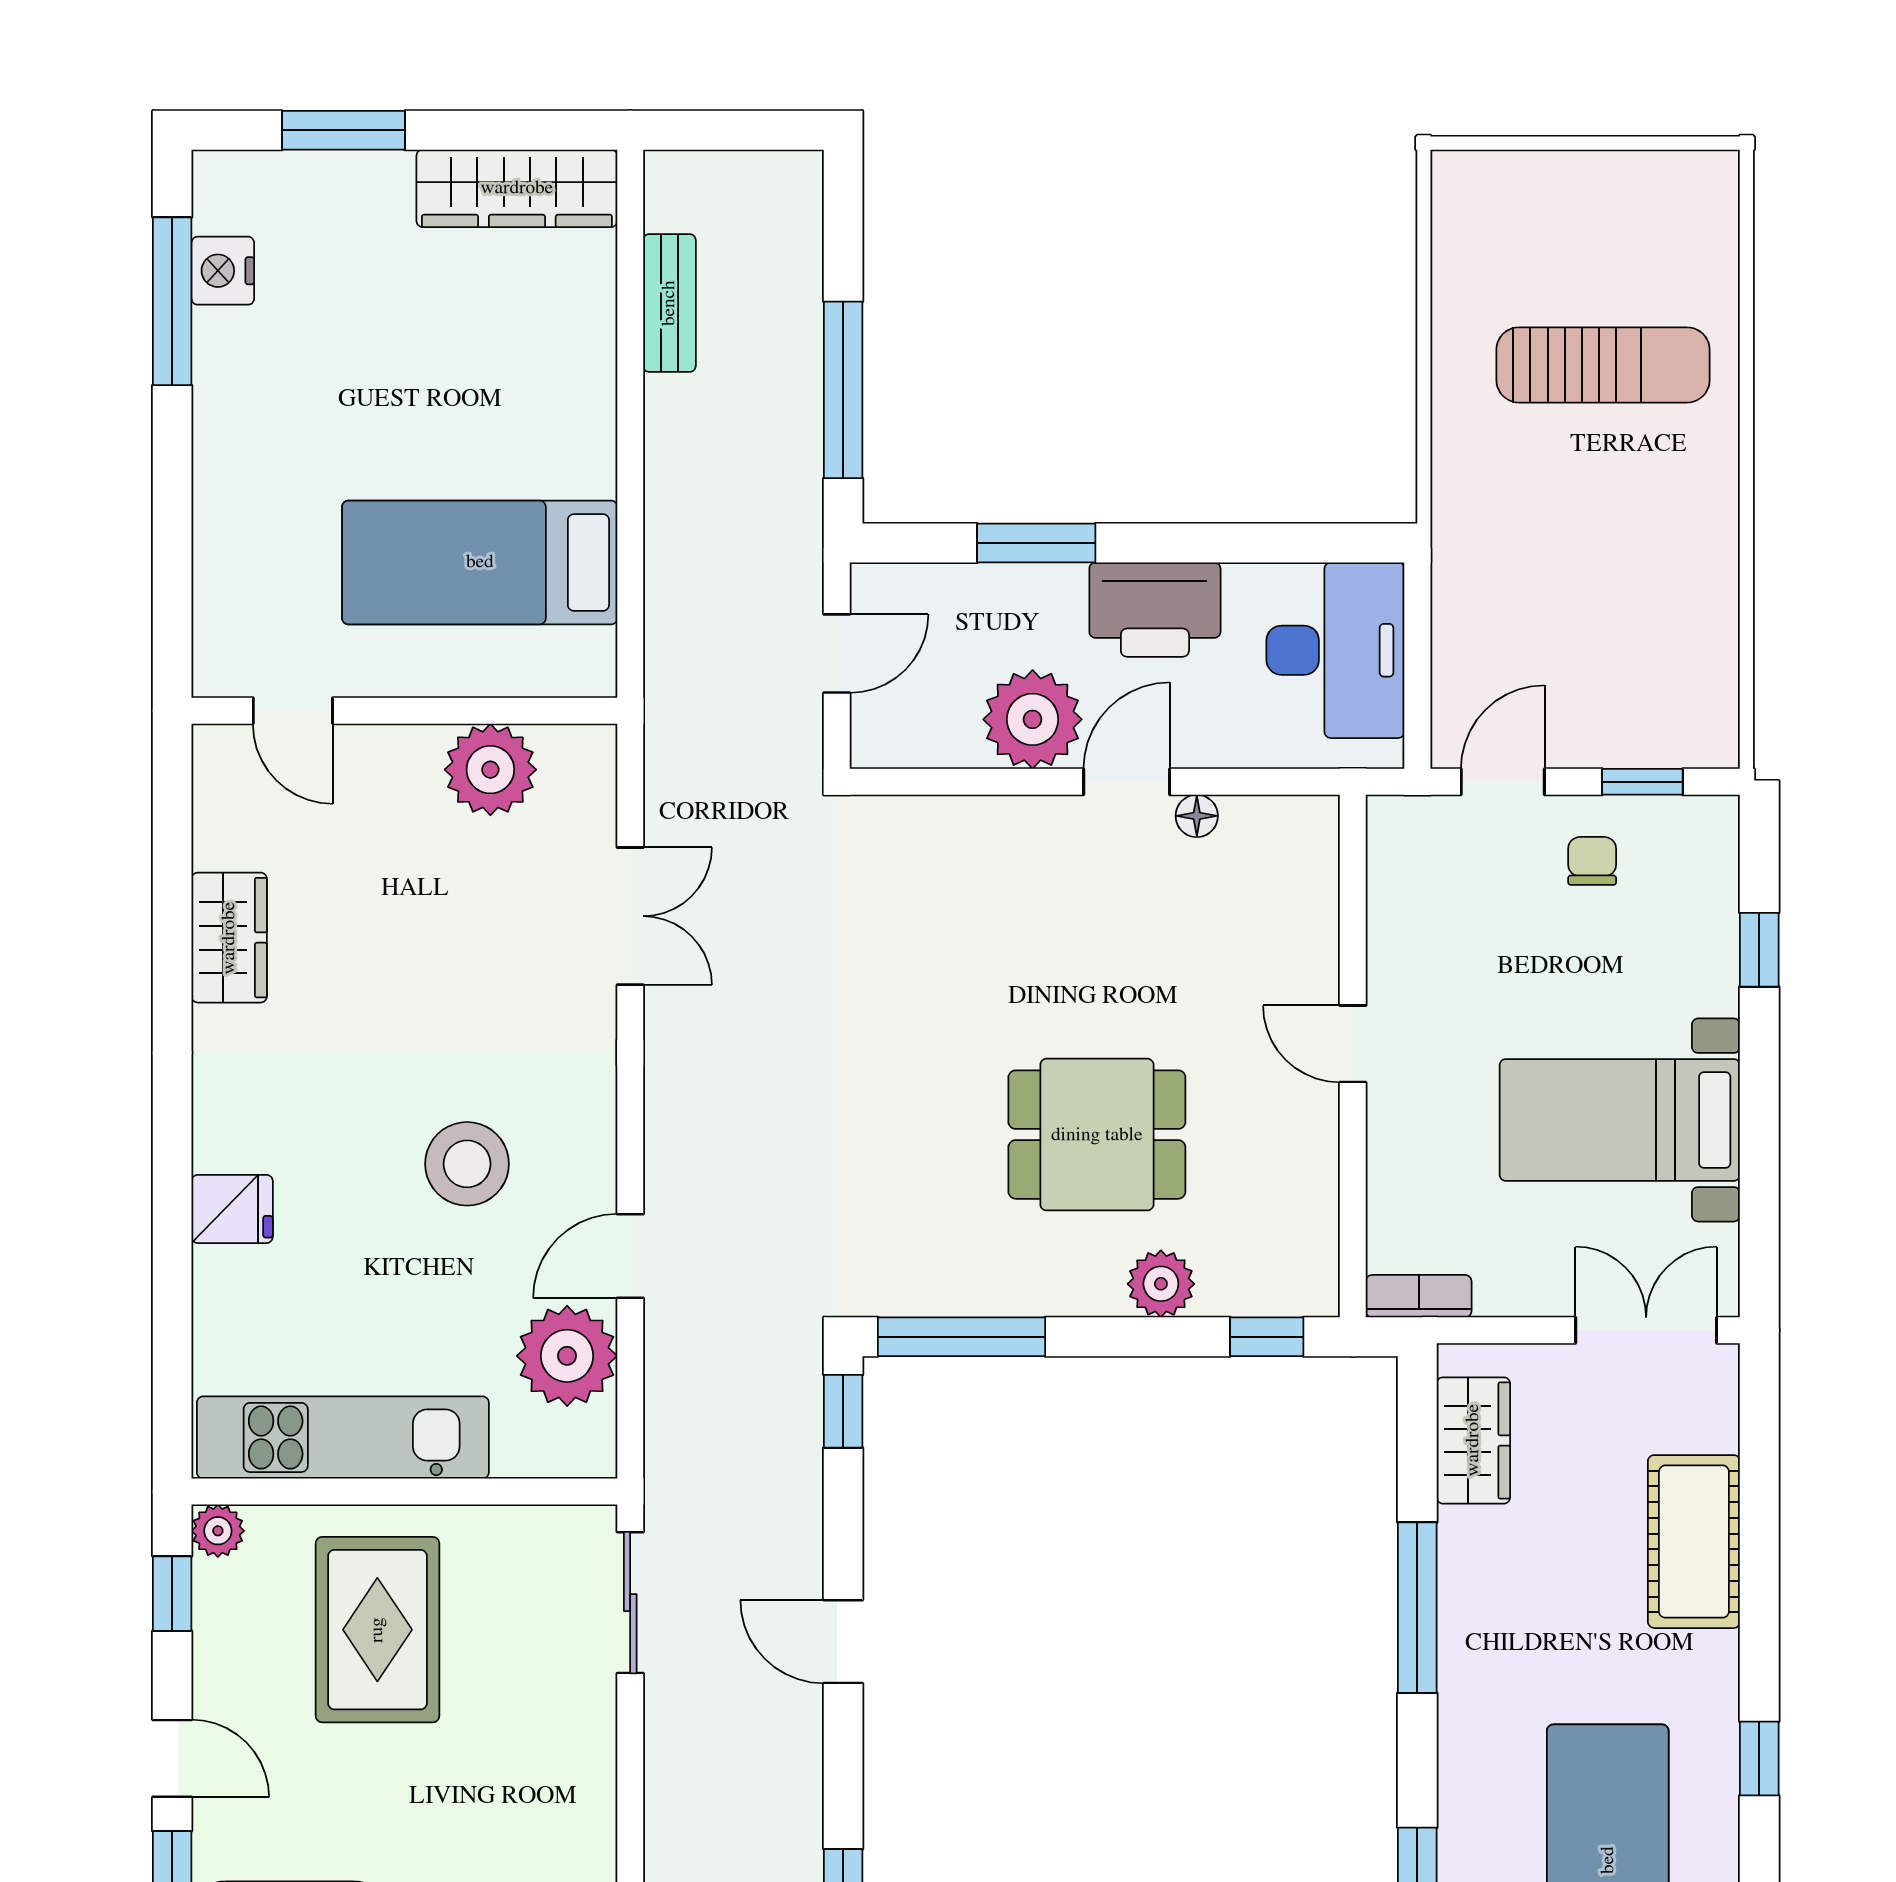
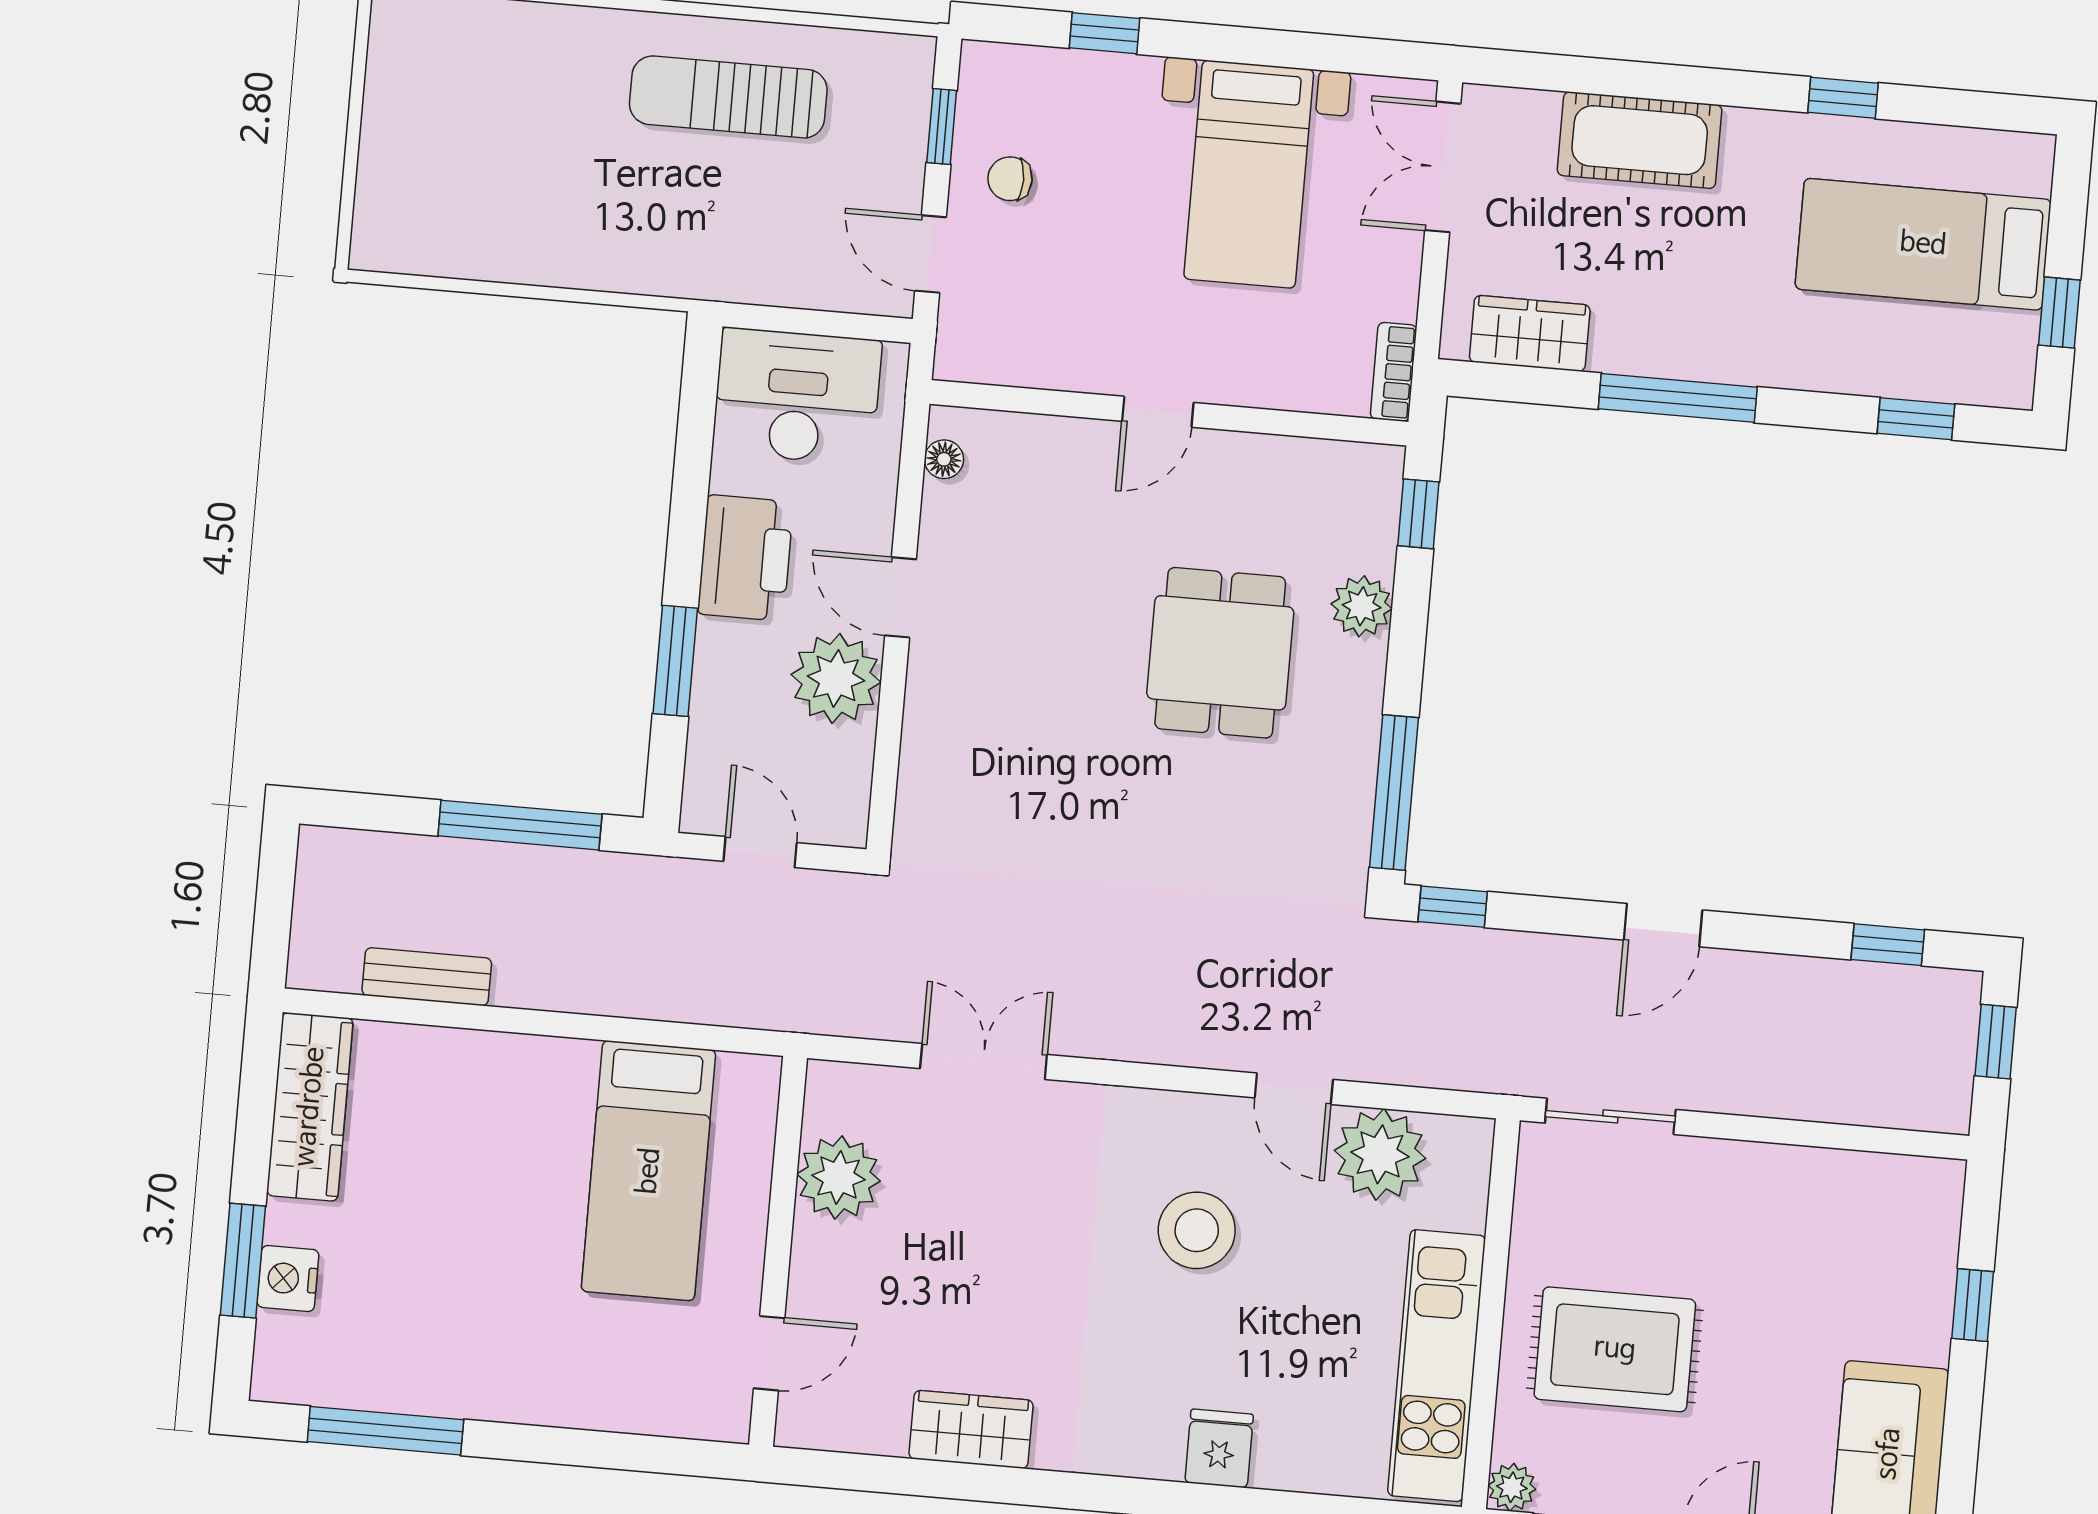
nightstand: (223, 271) -> (288, 1278), moved, turned 90
sun lounger: (1603, 365) -> (728, 97), moved, turned -90
floor lamp: (1197, 816) -> (944, 459), moved

